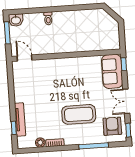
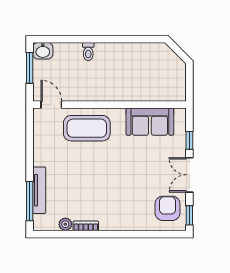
window: (124, 64) -> (189, 140), moved
sofa: (112, 71) -> (150, 122), moved, turned -90
coffee table: (79, 114) -> (87, 128), moved
window: (14, 128) -> (30, 201), width x2.17
window: (94, 146) -> (139, 234), removed

